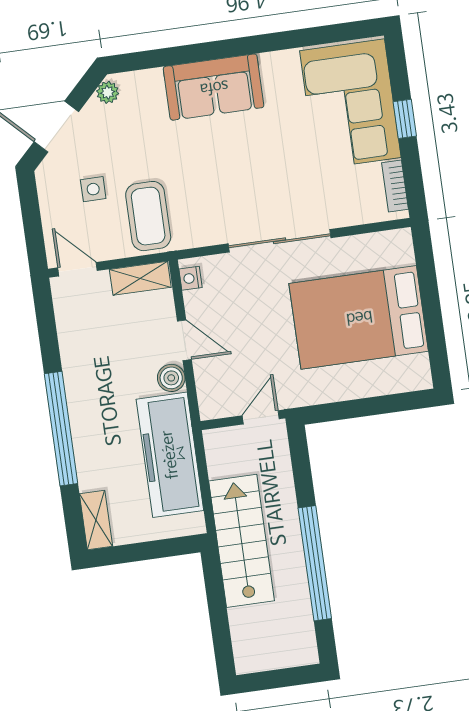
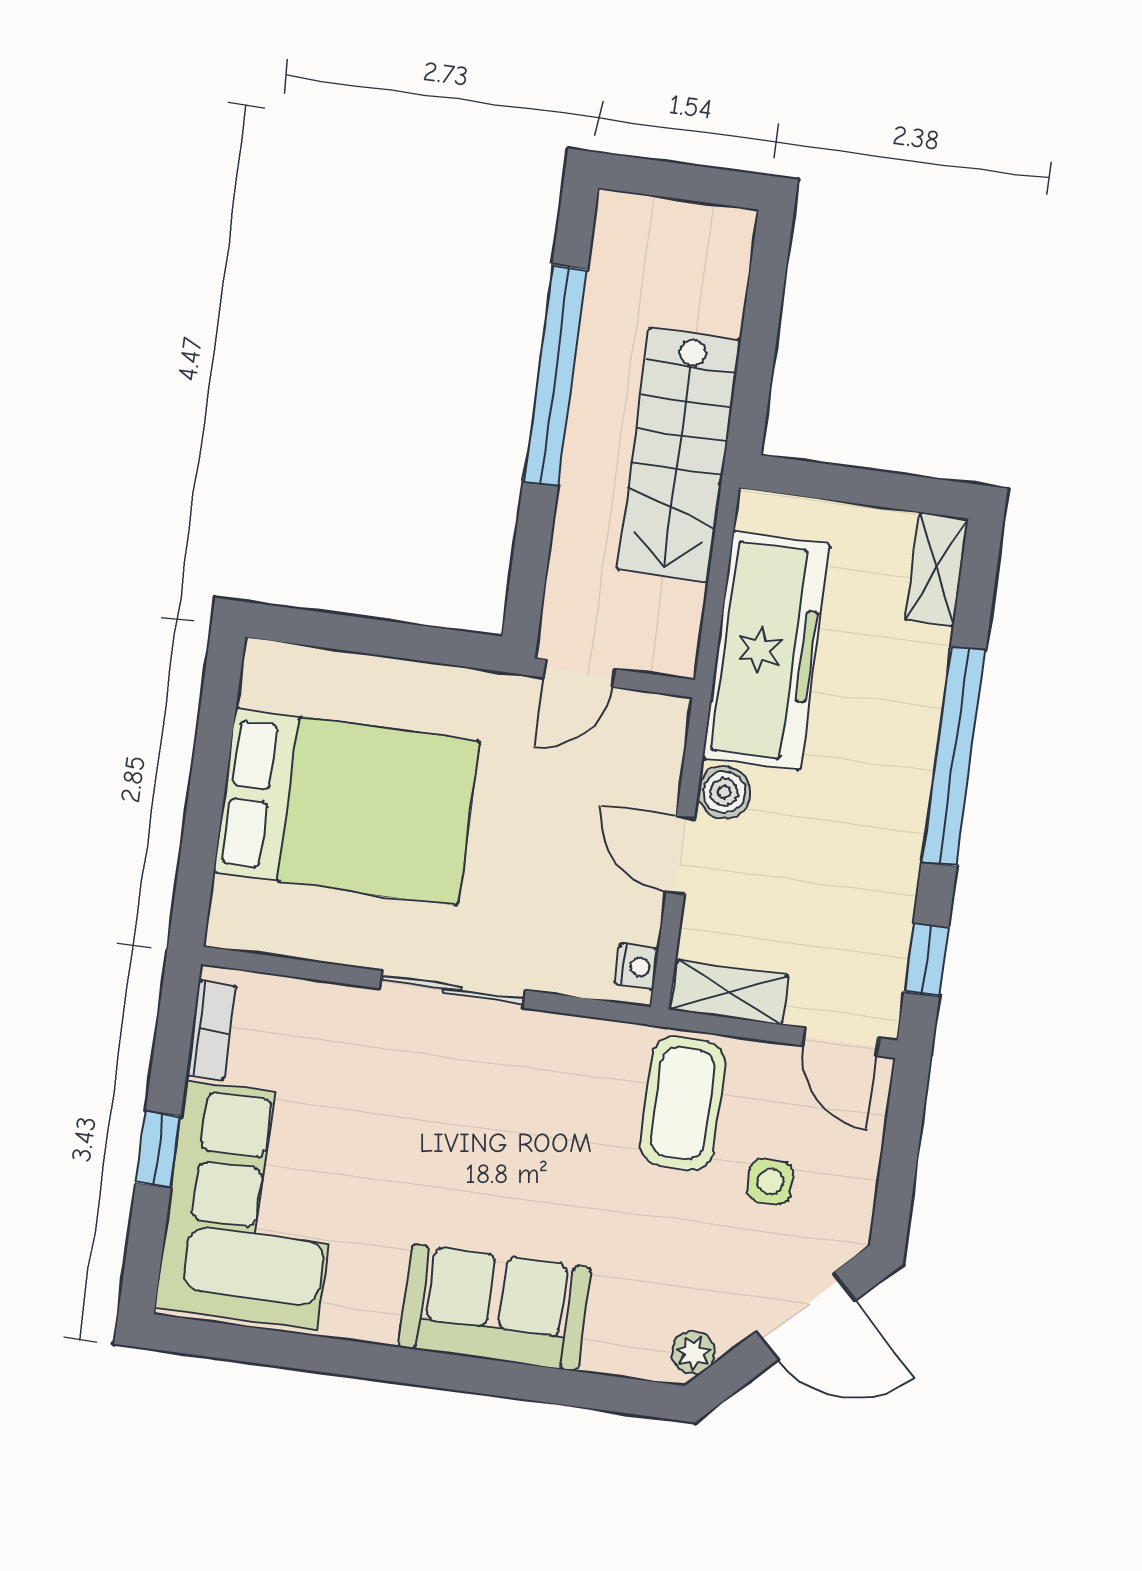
sliding door: (280, 241) -> (453, 989), width x0.73
window: (46, 322) -> (926, 960), added

